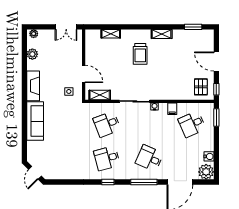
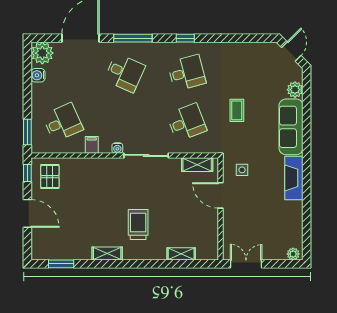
plant: (32, 54) -> (295, 90), moved
coffee table: (72, 132) -> (237, 110), added

